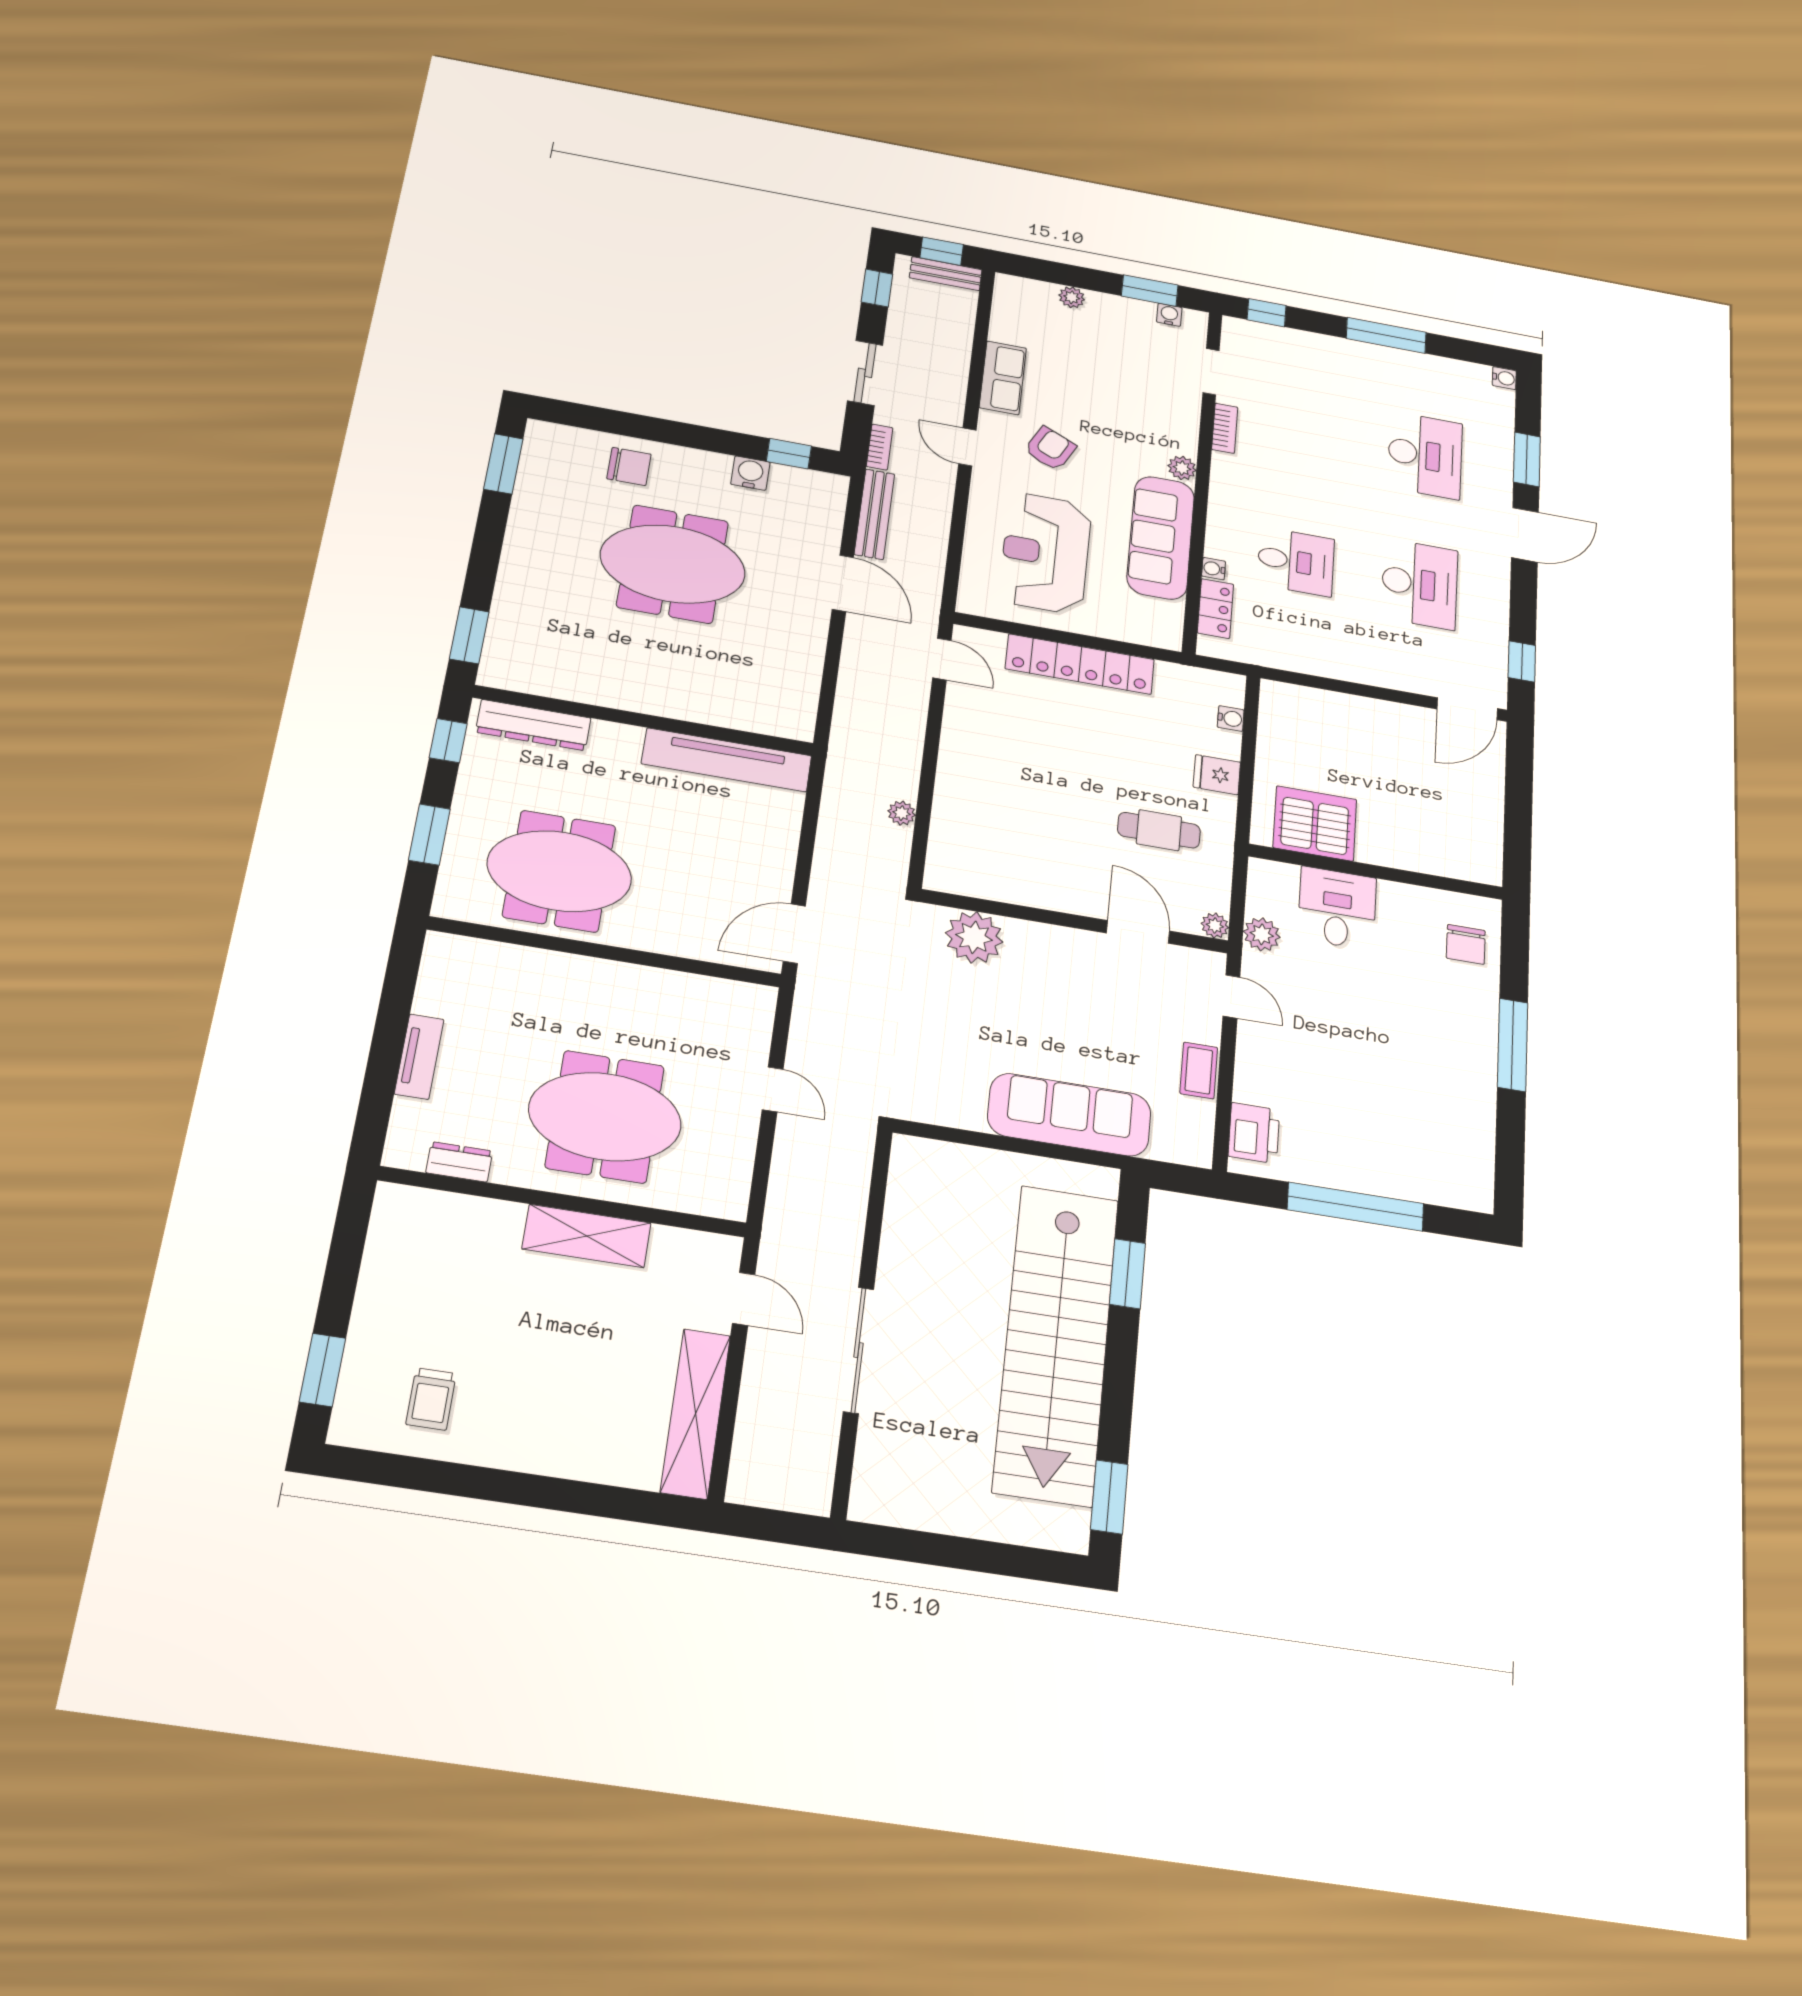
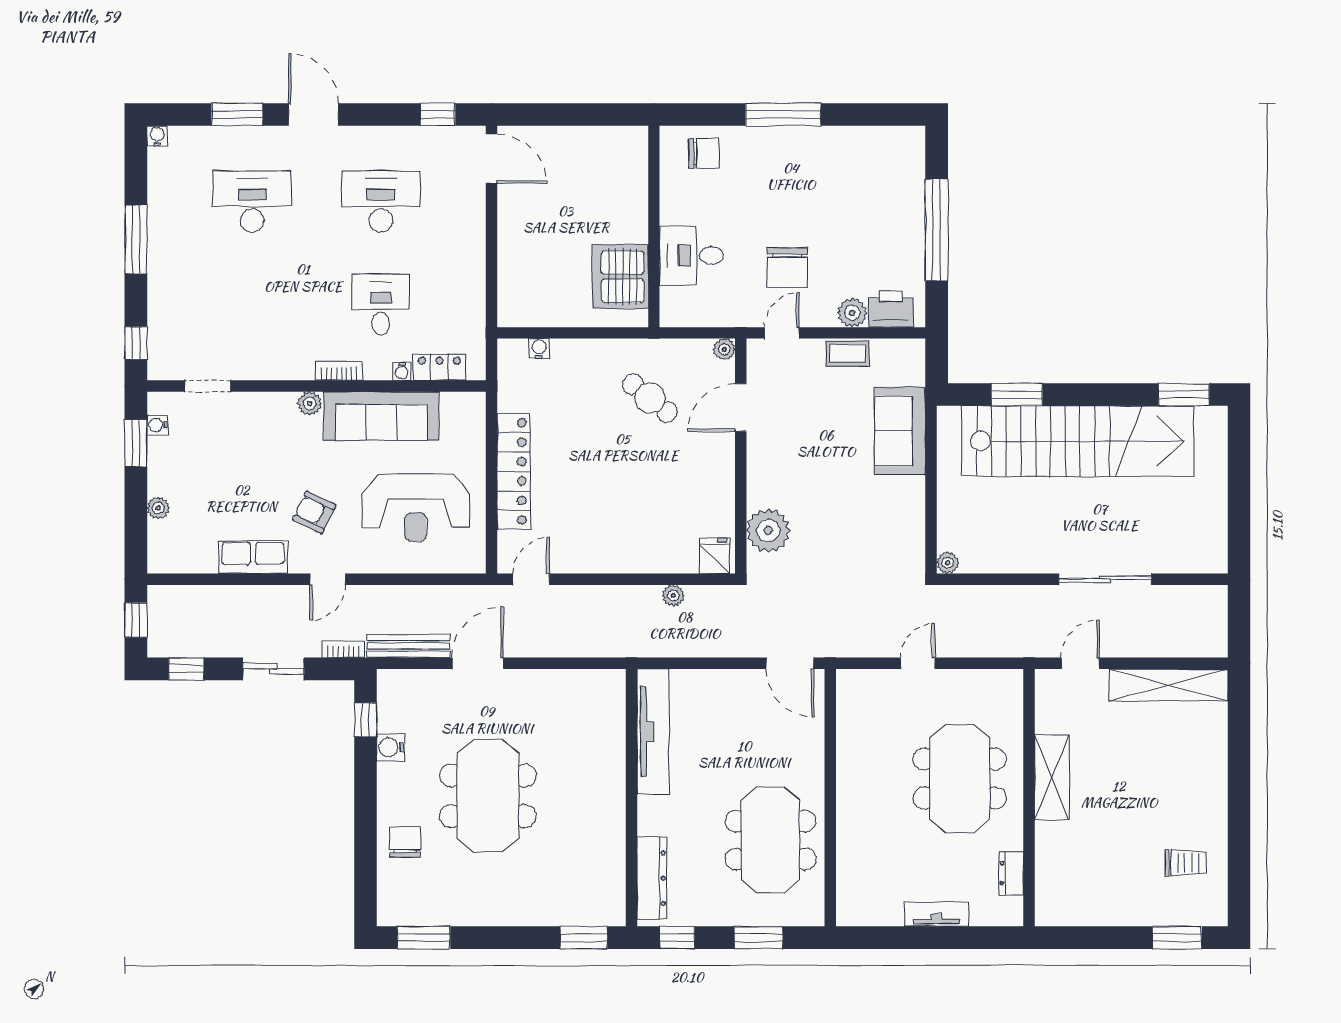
bench: (946, 274) -> (158, 614), removed
bookcase: (1225, 428) -> (339, 371), moved
fridge: (1217, 775) -> (715, 556), moved, turned 180
cafe table: (1159, 830) -> (650, 398), turned -51
plant: (1262, 934) -> (852, 313), moved
chair: (1316, 1017) -> (787, 268), added
sofa: (1069, 1115) -> (900, 431), width x0.73
plant: (906, 1149) -> (948, 563), added

